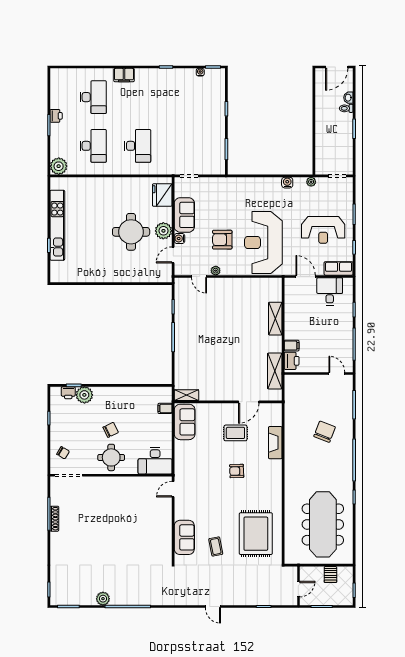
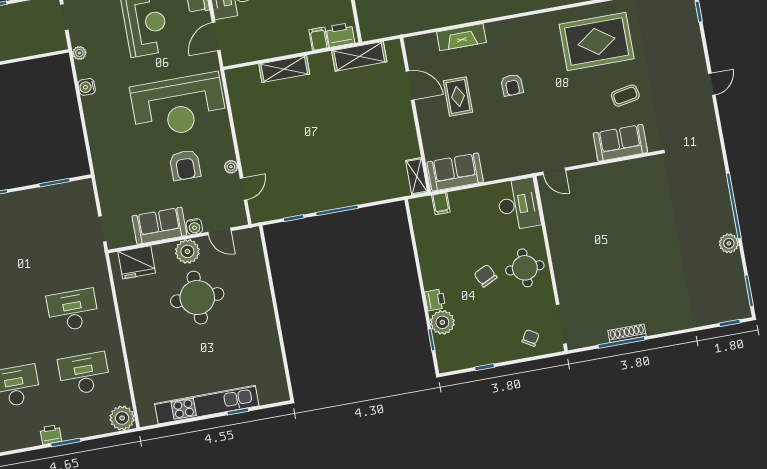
printer: (68, 393) -> (435, 300), moved

